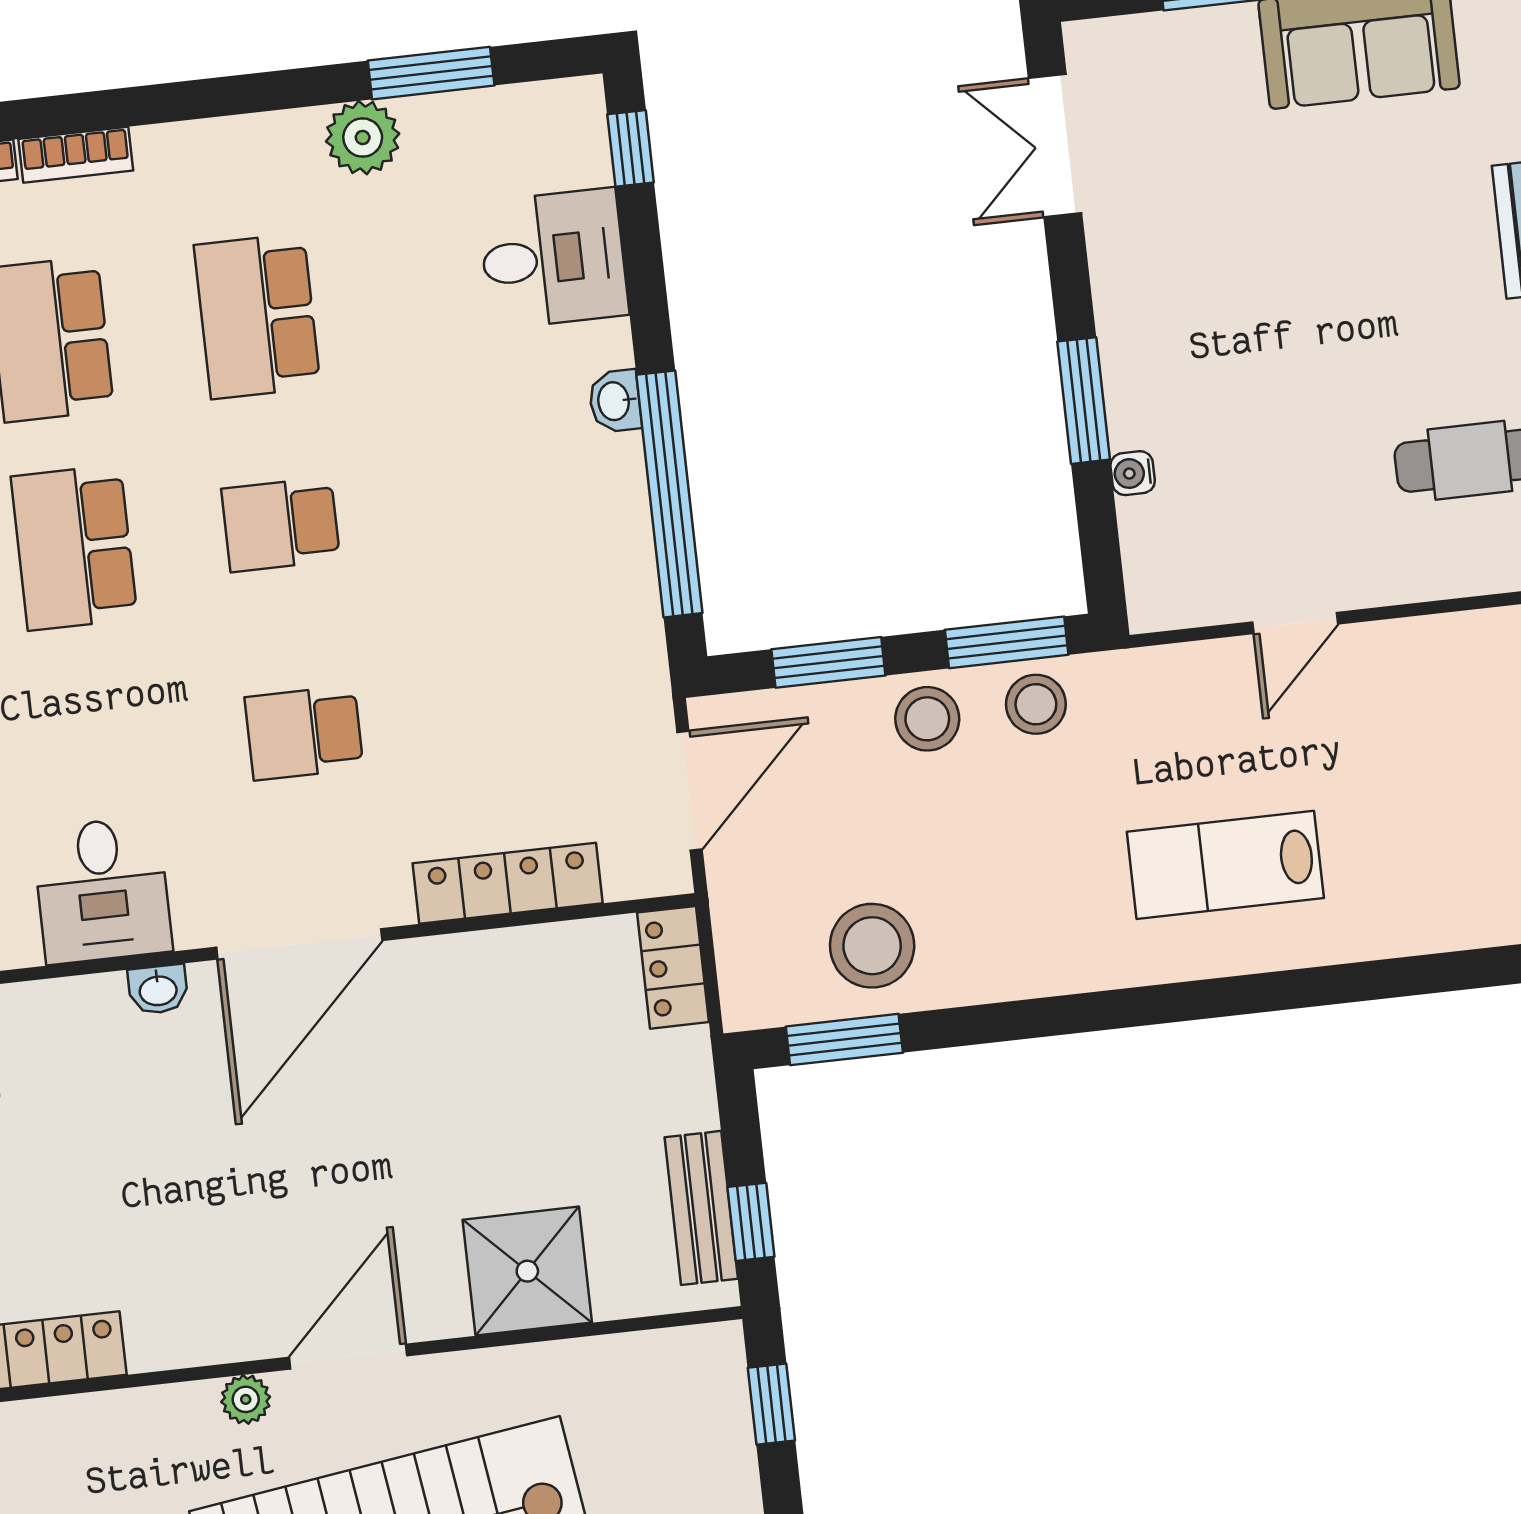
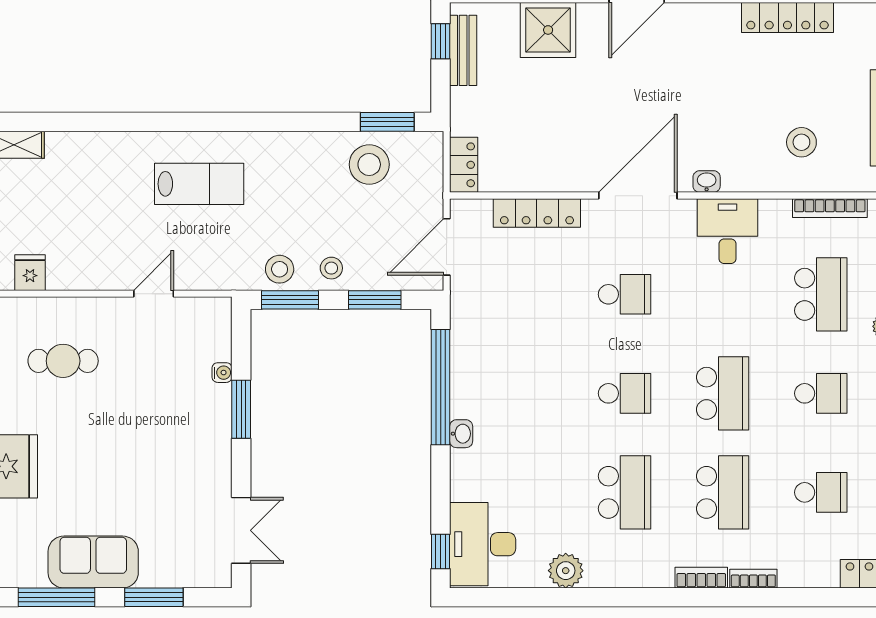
window: (431, 73) -> (530, 597), removed
desk: (553, 259) -> (483, 544), moved, width x1.37
stool: (927, 719) -> (331, 268), width x0.73, depth x0.73

